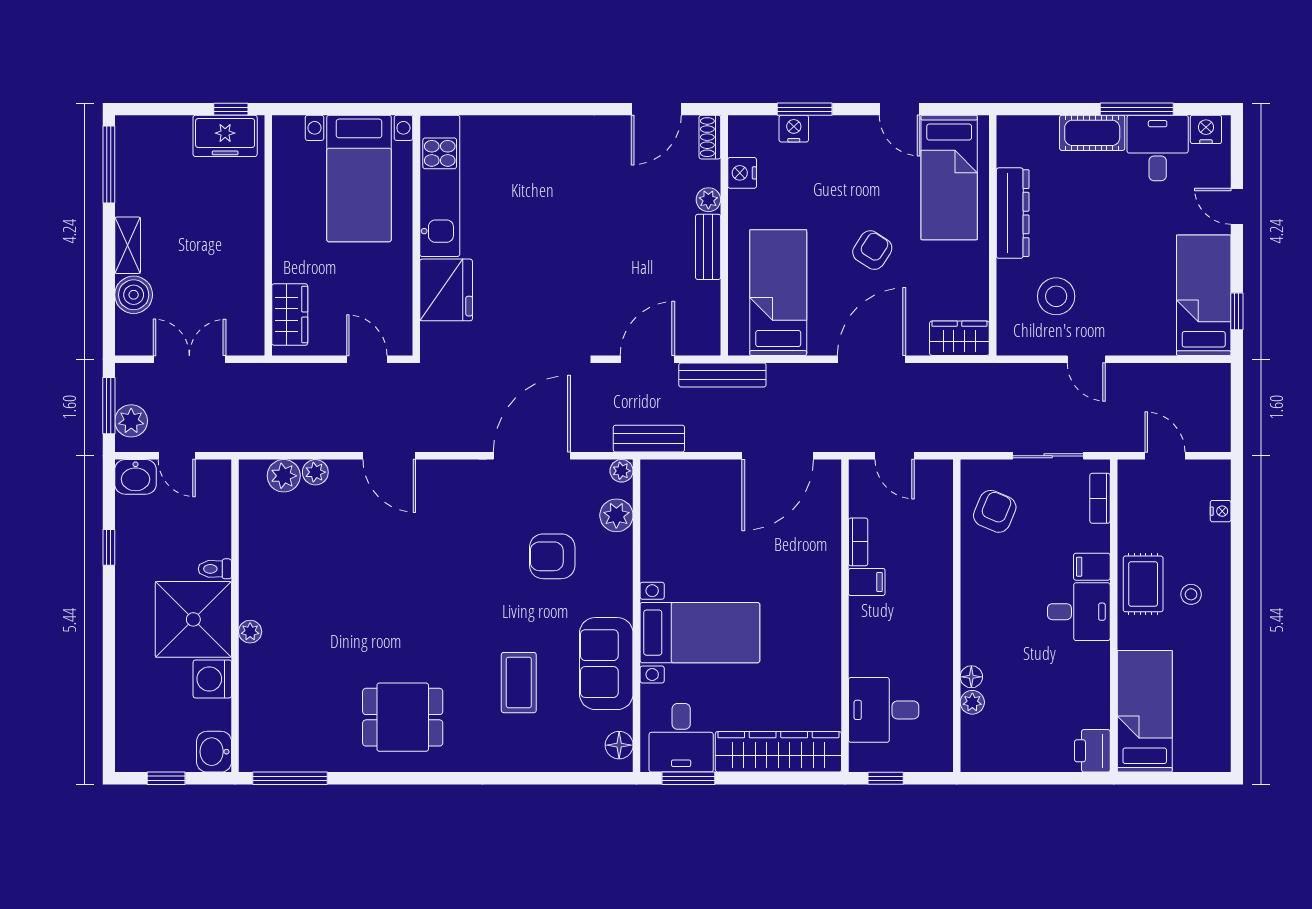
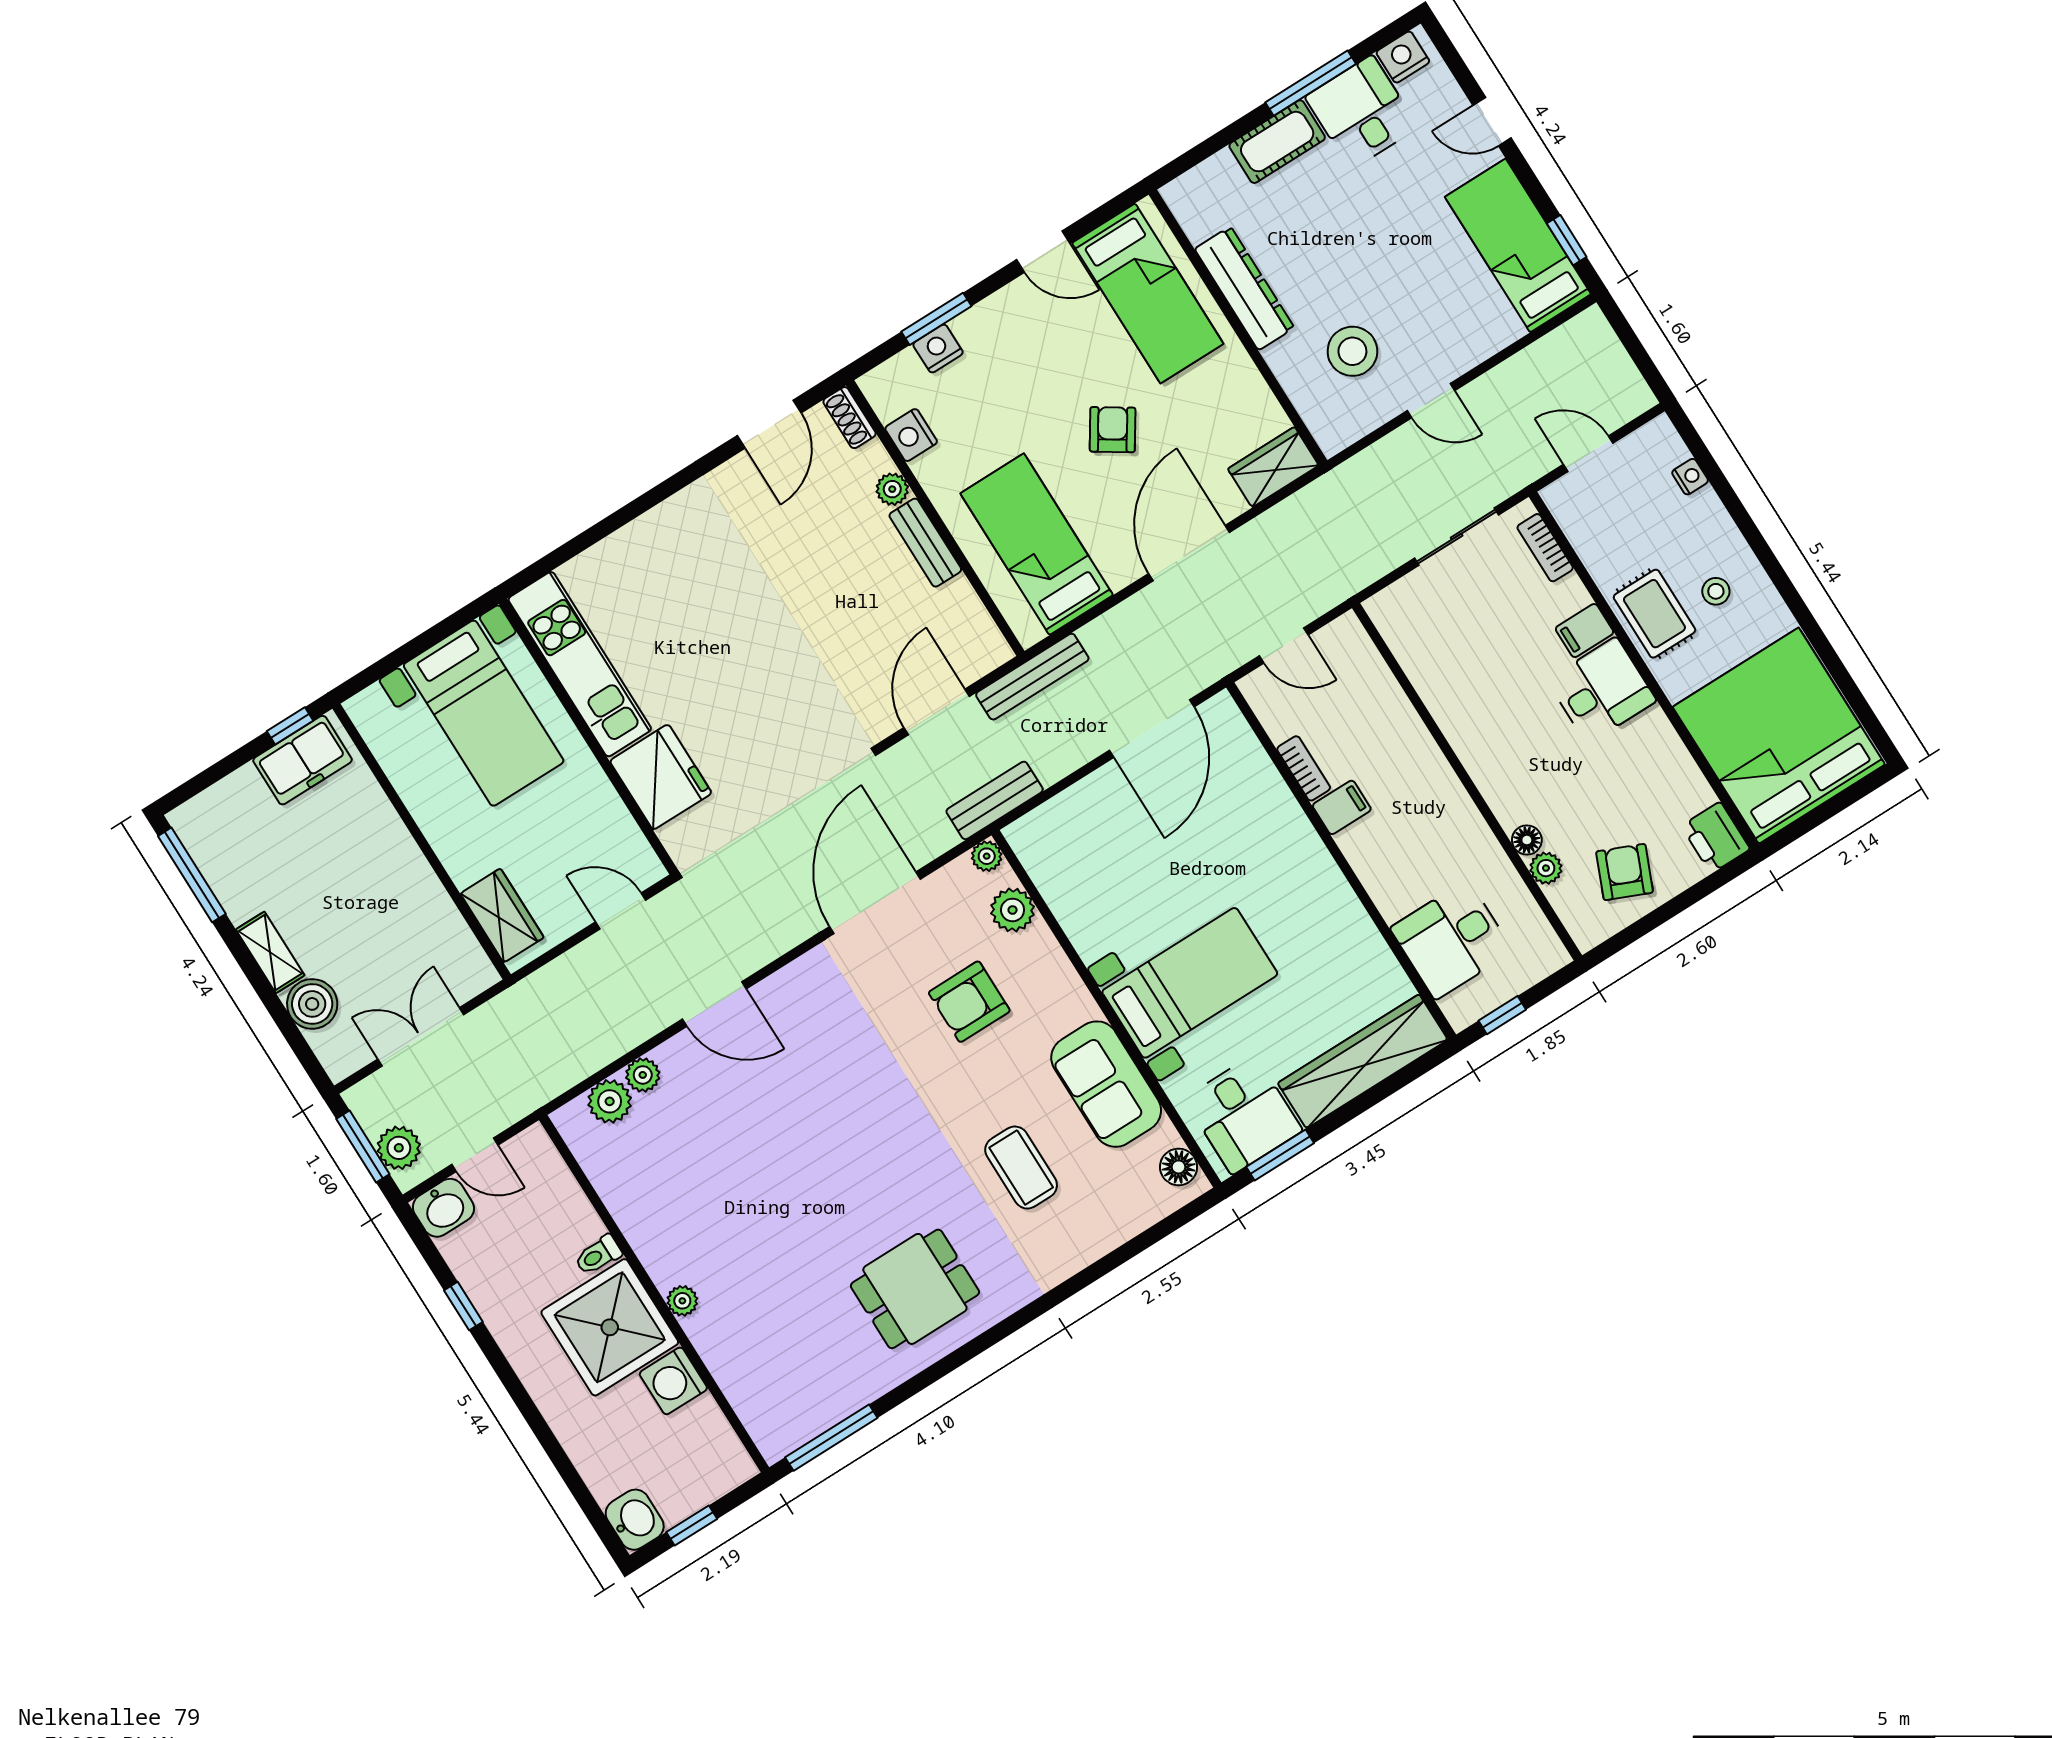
armchair: (995, 511) -> (1625, 872), moved
bed: (1145, 711) -> (1779, 736), width x2.04
washbasin: (214, 752) -> (635, 1520), moved, turned 180

